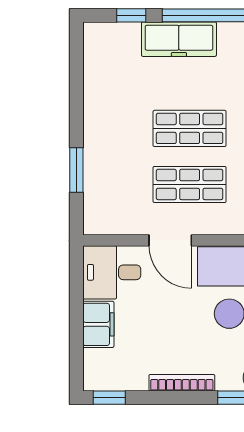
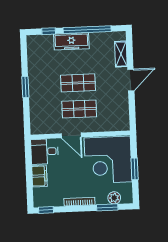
window: (76, 170) -> (25, 87), moved

